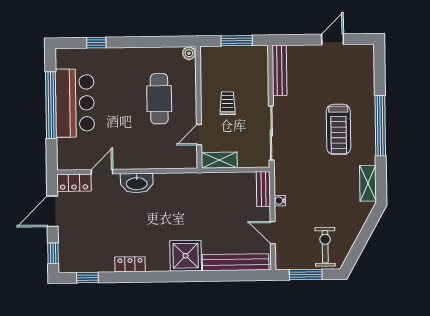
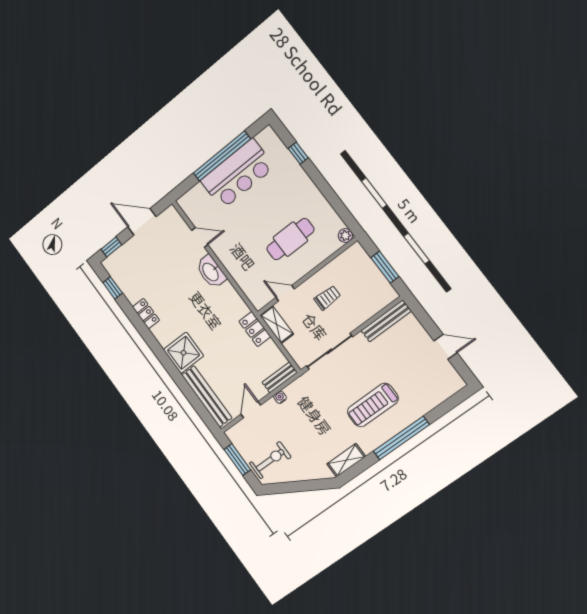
locker: (74, 183) -> (255, 329), moved

